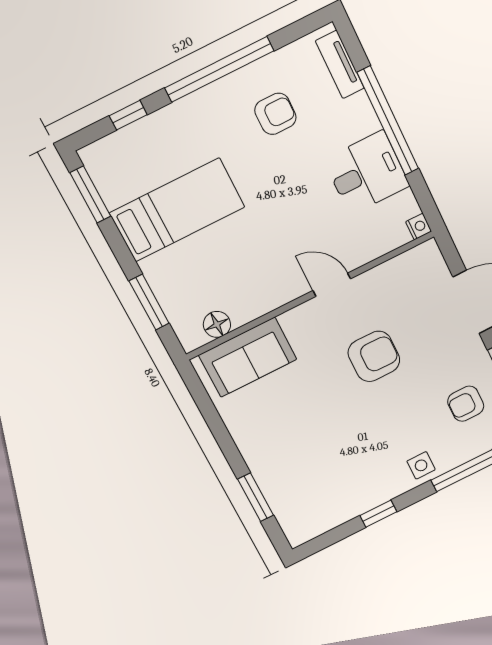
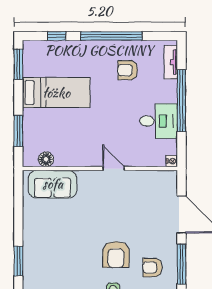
armchair: (275, 114) -> (128, 70), turned 180
armchair: (374, 356) -> (116, 254), moved, turned 90

